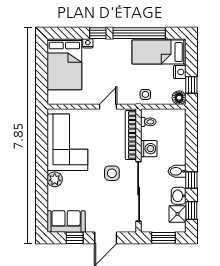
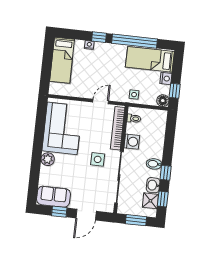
bed: (64, 64) -> (62, 60), width x0.67

